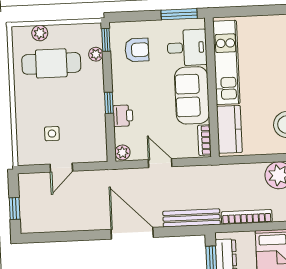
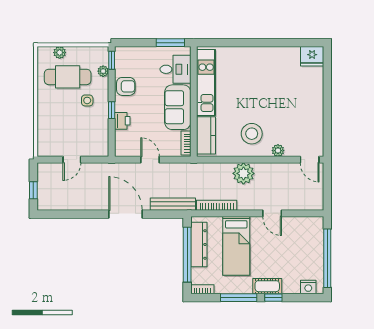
armchair: (137, 50) -> (126, 86), moved
side table: (52, 134) -> (87, 100), moved
plant: (122, 152) -> (121, 150), removed

